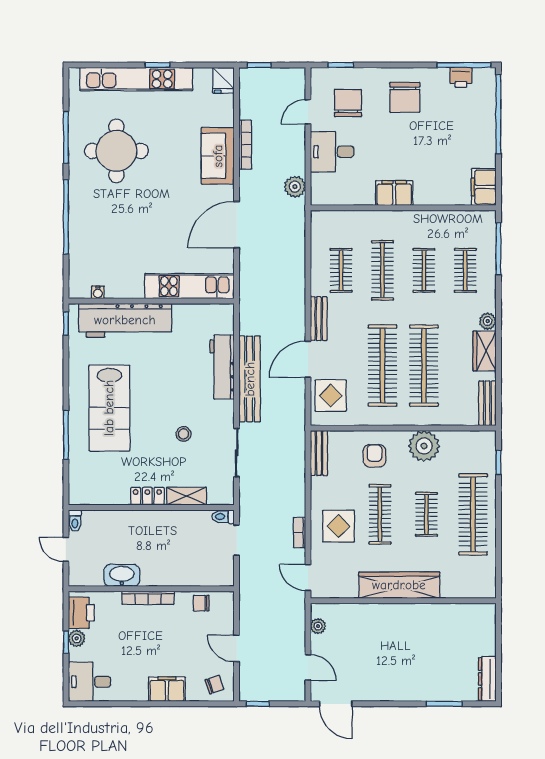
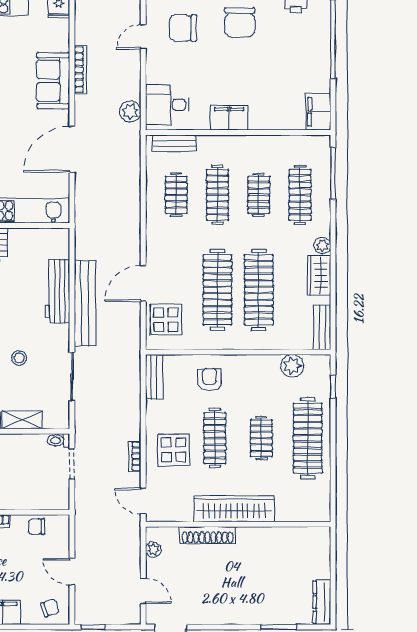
chair: (348, 103) -> (183, 28), turned -90
desk: (332, 152) -> (167, 105), moved
clothes rail: (465, 270) -> (300, 195), width x1.36
bench: (319, 319) -> (174, 143), moved, turned 90
plant: (424, 446) -> (292, 366), moved, width x0.73, depth x0.73
shoe rack: (373, 612) -> (208, 535), added

